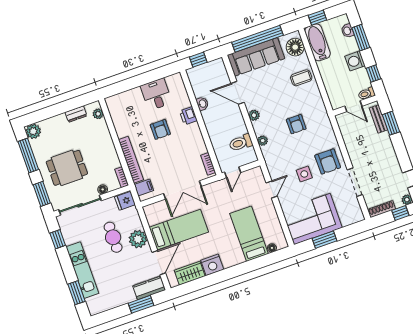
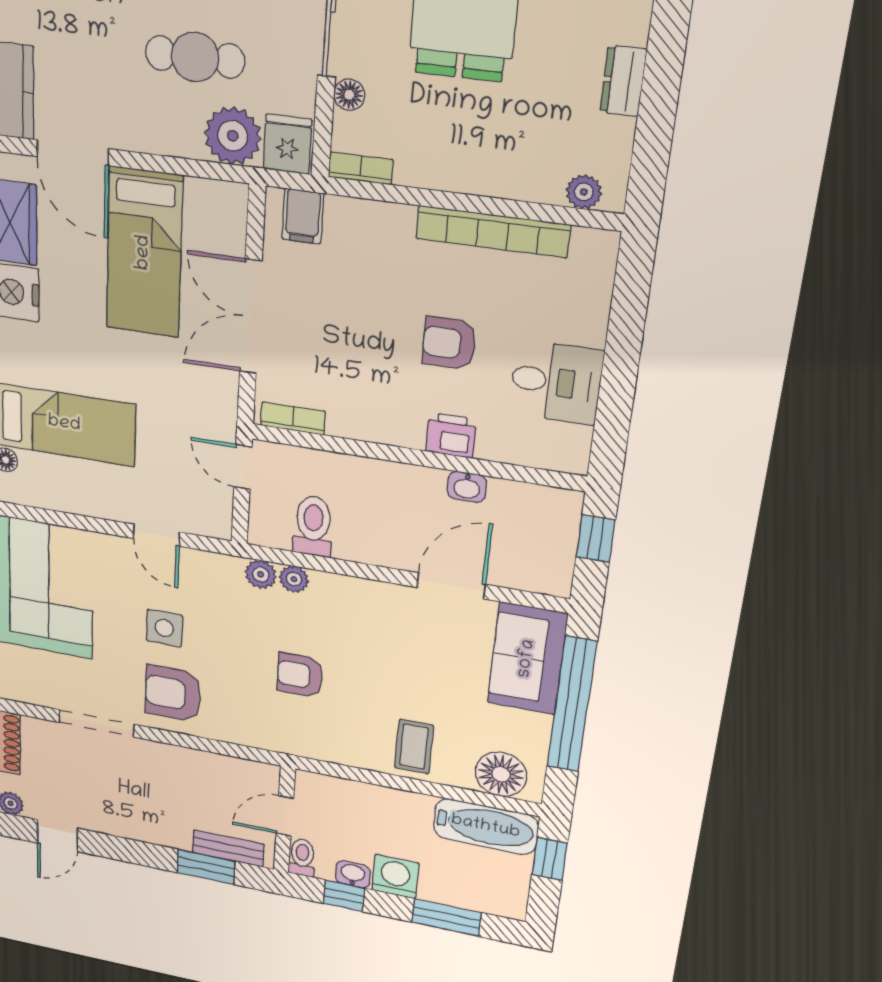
washbasin: (347, 31) -> (353, 874), moved
sofa: (256, 57) -> (527, 659), width x0.73
dresser: (76, 114) -> (623, 81), moved
plant: (254, 115) -> (261, 574), moved
bookcase: (131, 160) -> (493, 232), moved
plant: (138, 239) -> (233, 136), moved

